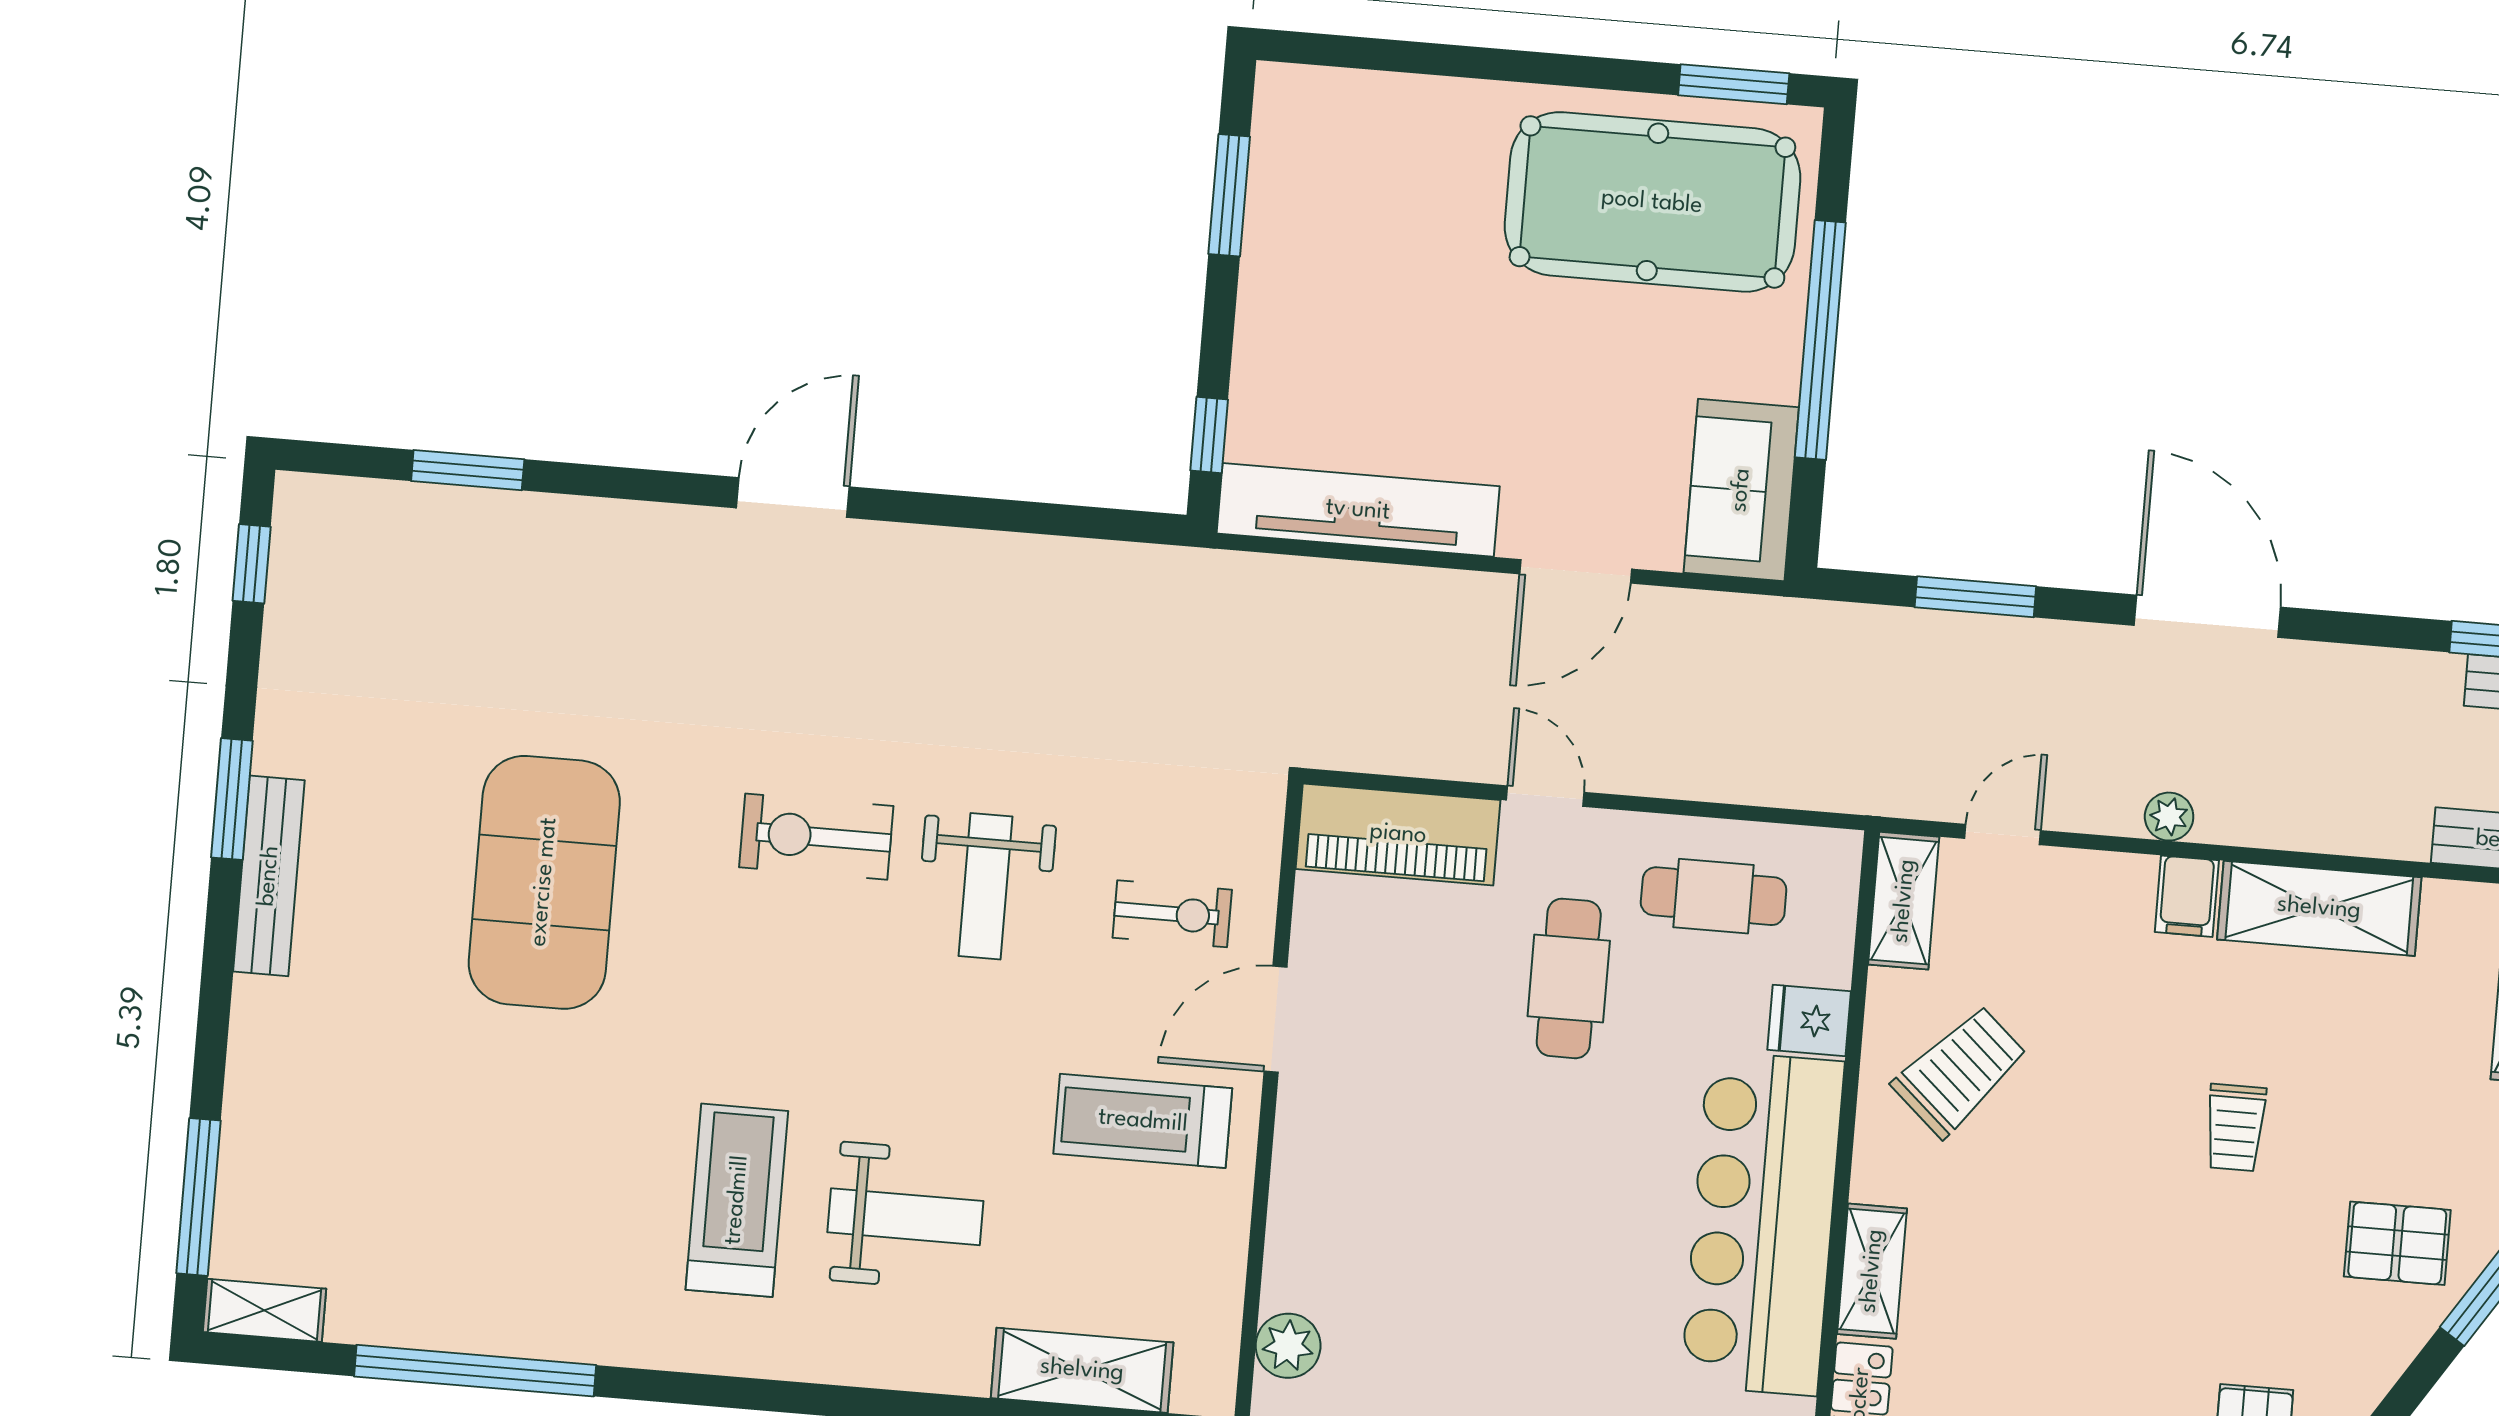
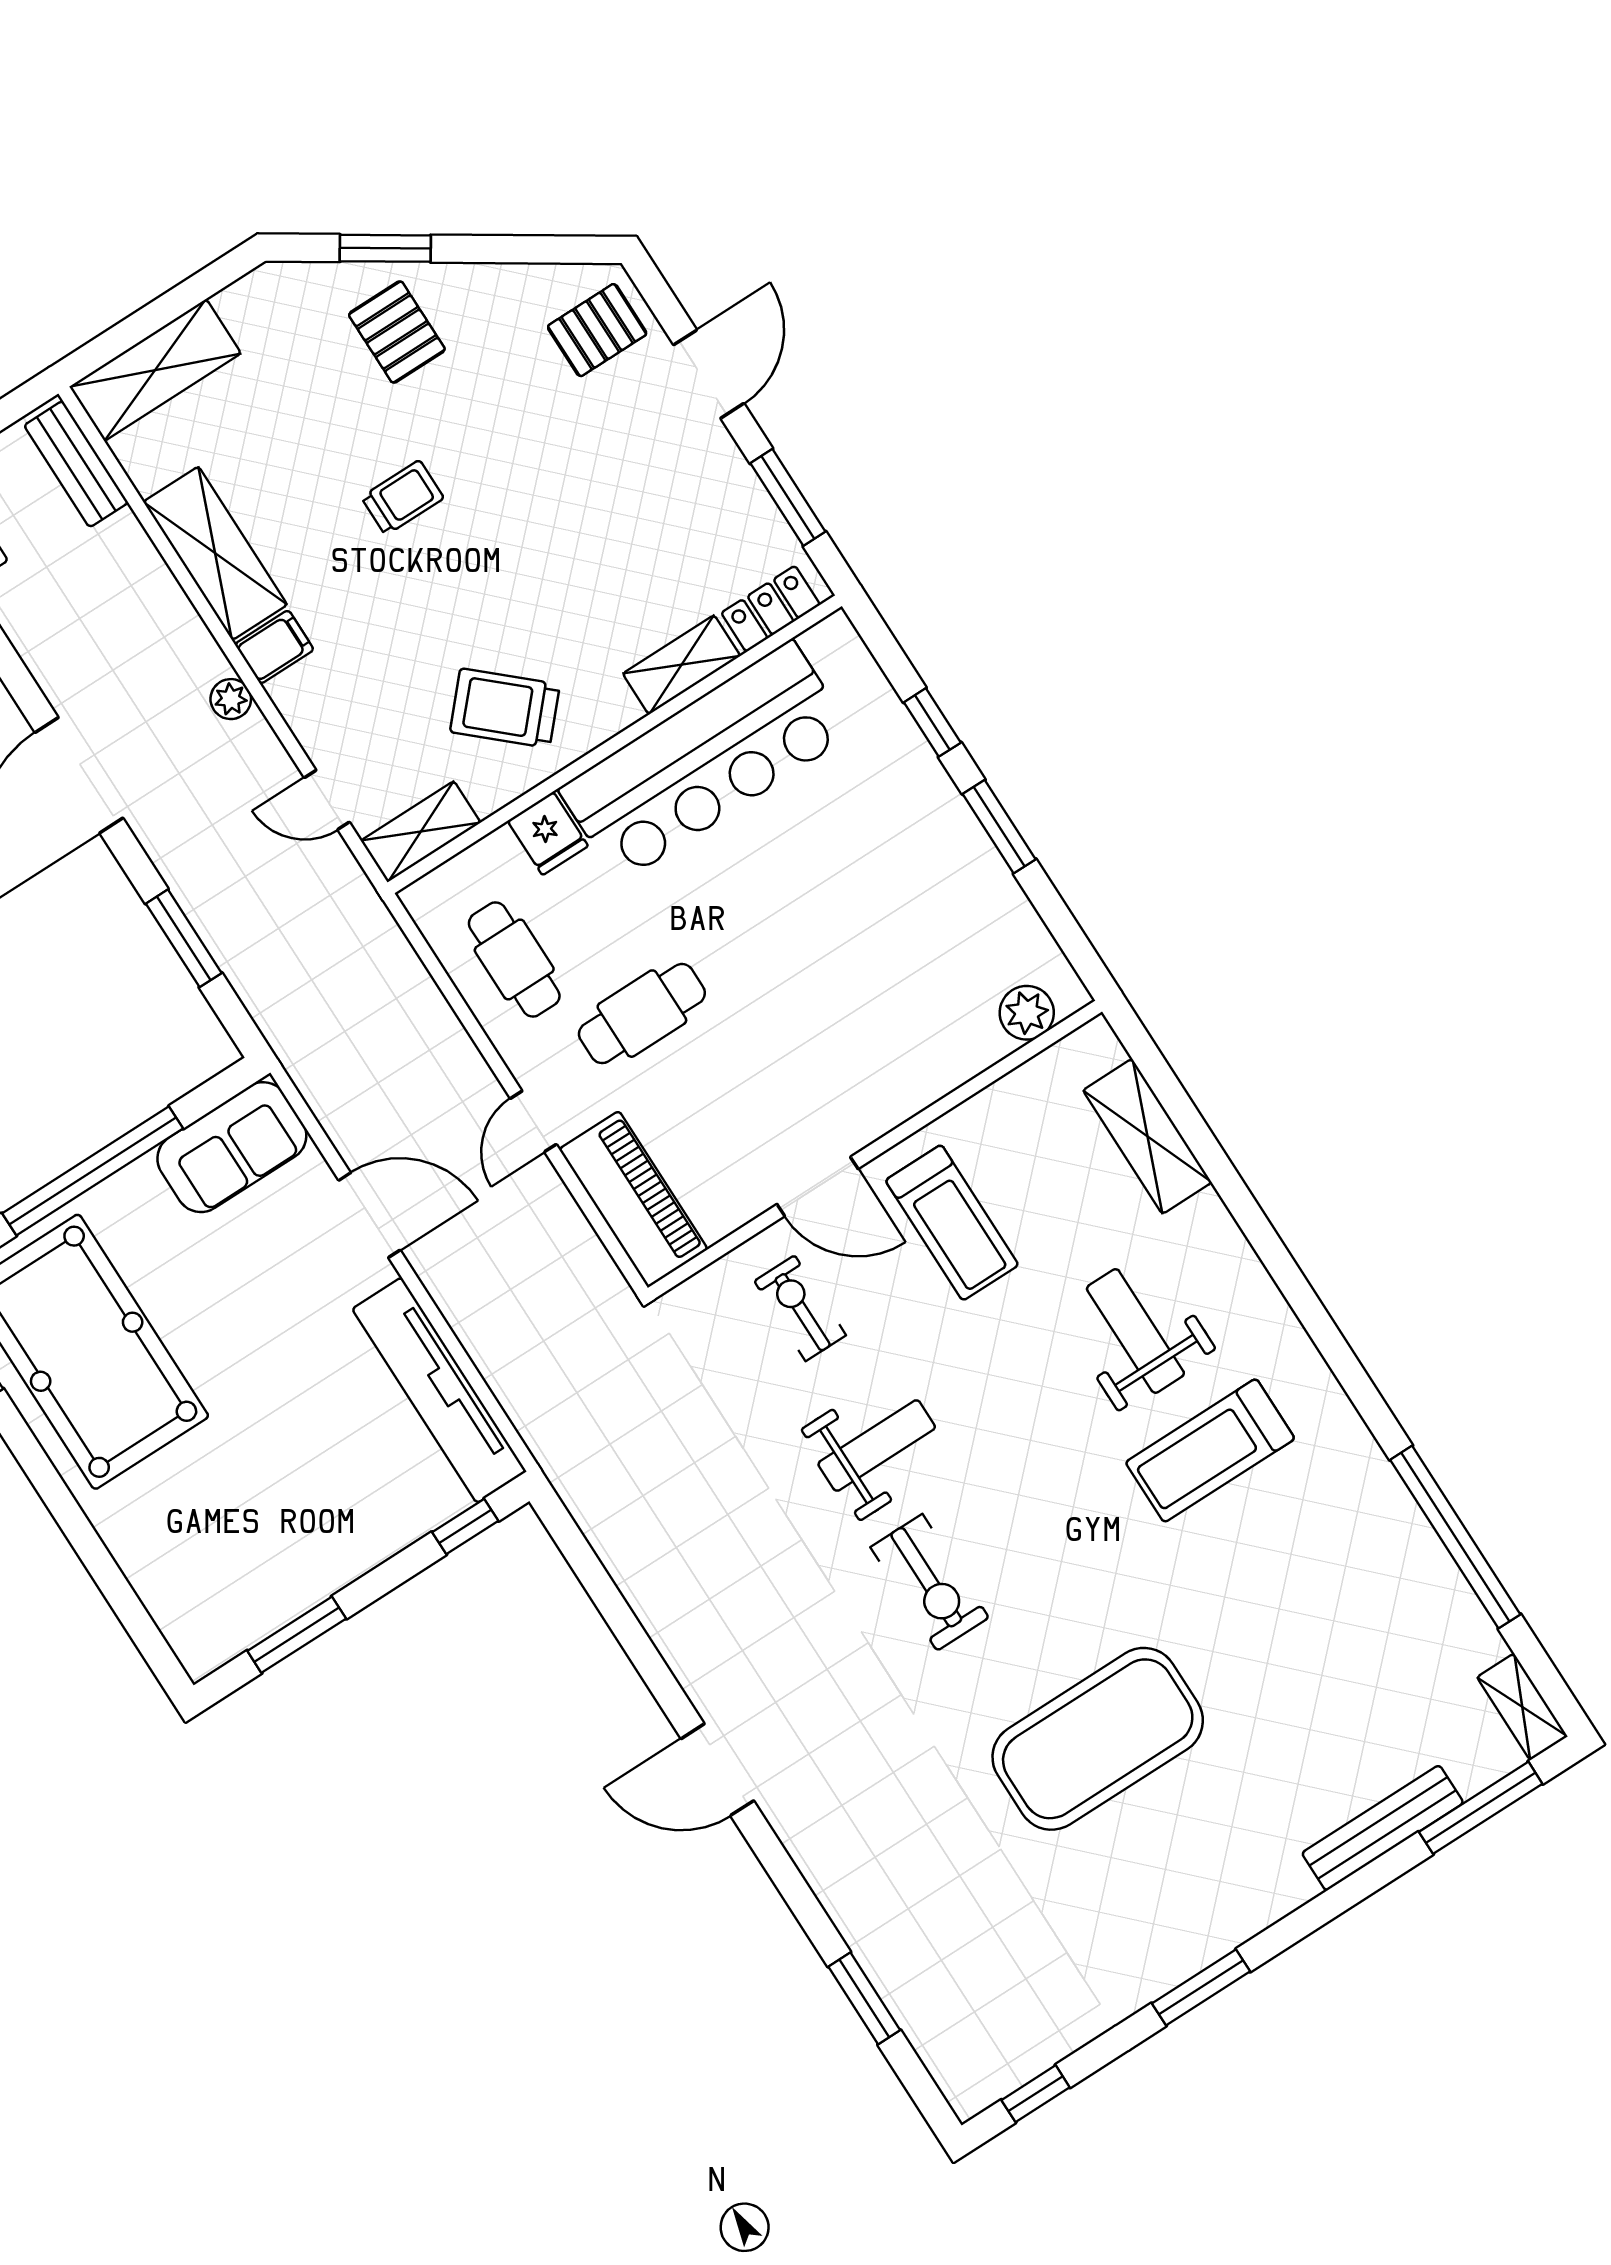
bench: (269, 876) -> (1383, 1828), moved

